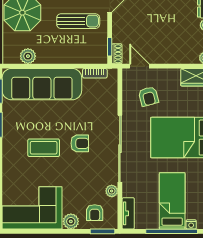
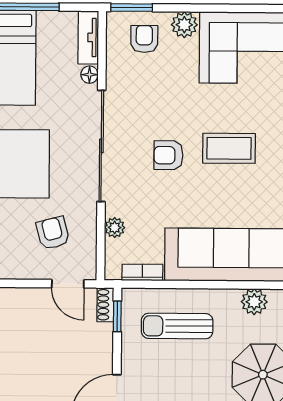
sun lounger: (78, 21) -> (177, 326), moved
plant: (112, 191) -> (115, 228), moved
floor lamp: (127, 191) -> (90, 75), added

